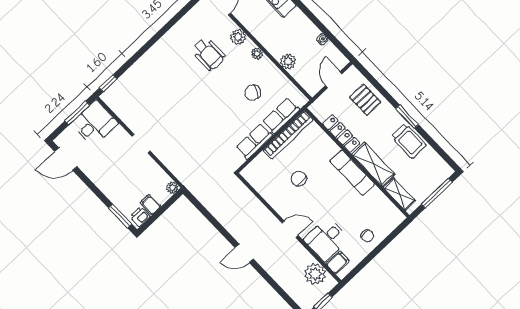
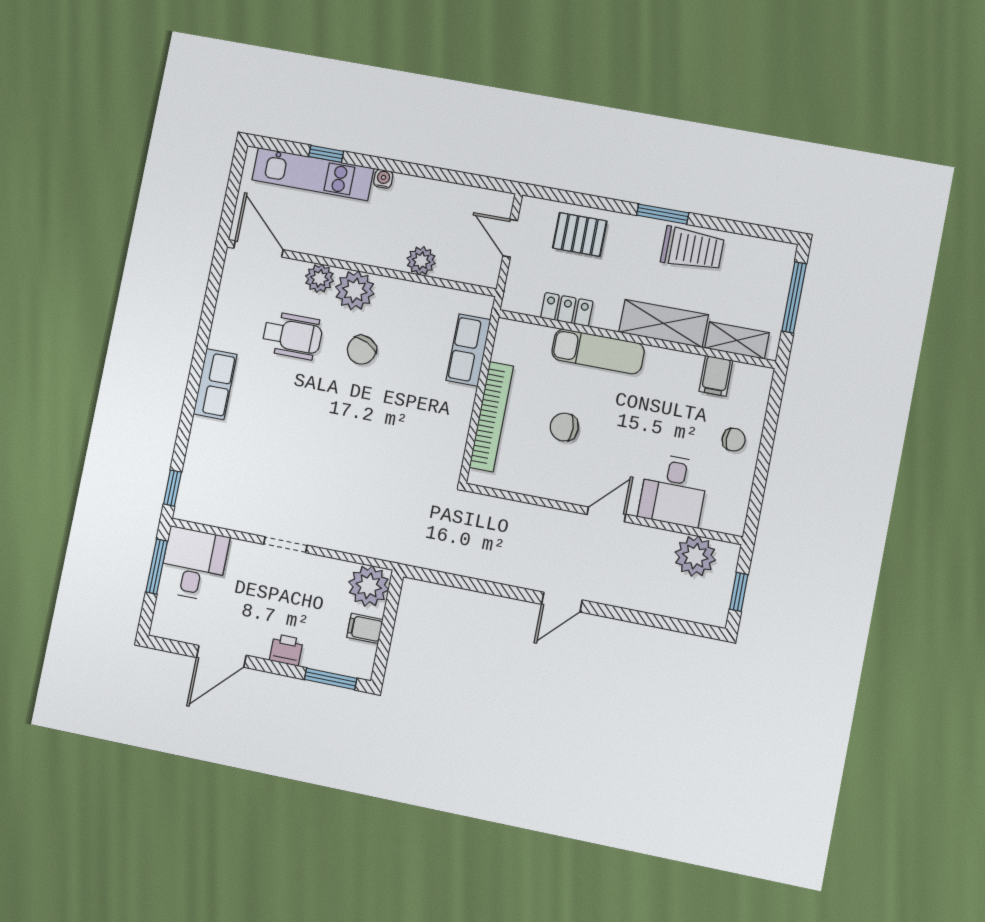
water cooler: (322, 39) -> (383, 179), moved
plant: (257, 54) -> (355, 290), width x1.87, depth x1.87
chair: (253, 93) -> (362, 350), moved
locker: (341, 134) -> (567, 309), width x0.66
bookcase: (288, 135) -> (491, 417), moved
row of seats: (254, 141) -> (215, 384), moved, turned 180
door: (66, 159) -> (221, 656), moved
exam couch: (352, 173) -> (598, 351), moved
plant: (172, 188) -> (369, 586), width x1.88, depth x1.88
printer: (140, 216) -> (286, 650), moved, turned 90
filing cabinet: (338, 262) -> (716, 376), moved, turned 180

